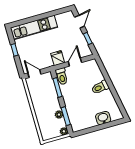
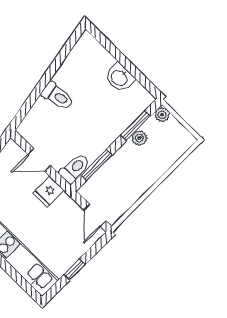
washbasin: (103, 118) -> (119, 78), moved

